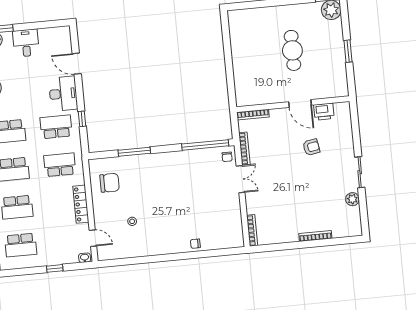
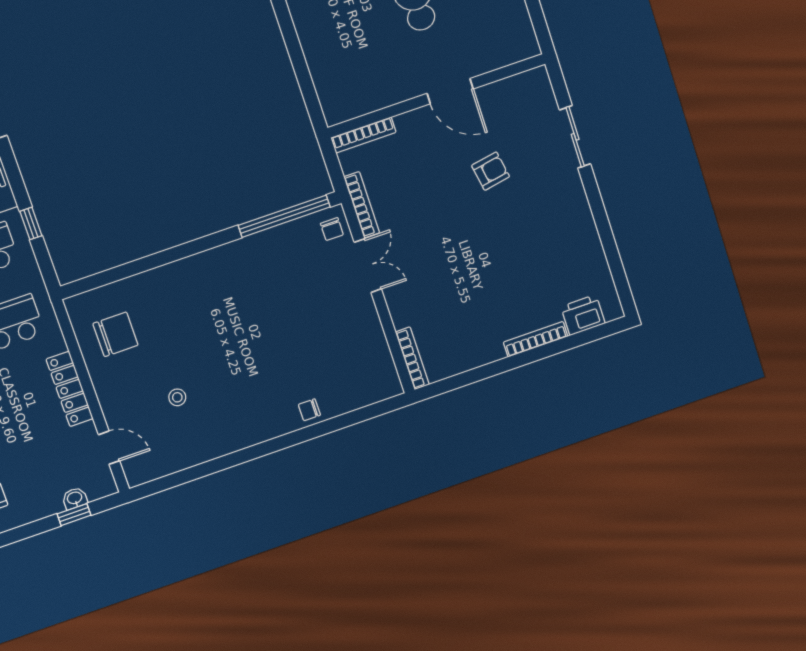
printer: (324, 112) -> (583, 315), moved, turned 180
window: (134, 152) -> (149, 263), removed
sliding door: (360, 172) -> (575, 137), moved
plant: (352, 199) -> (591, 252), removed
washbasin: (85, 258) -> (75, 498), moved
window: (55, 268) -> (74, 515), moved

